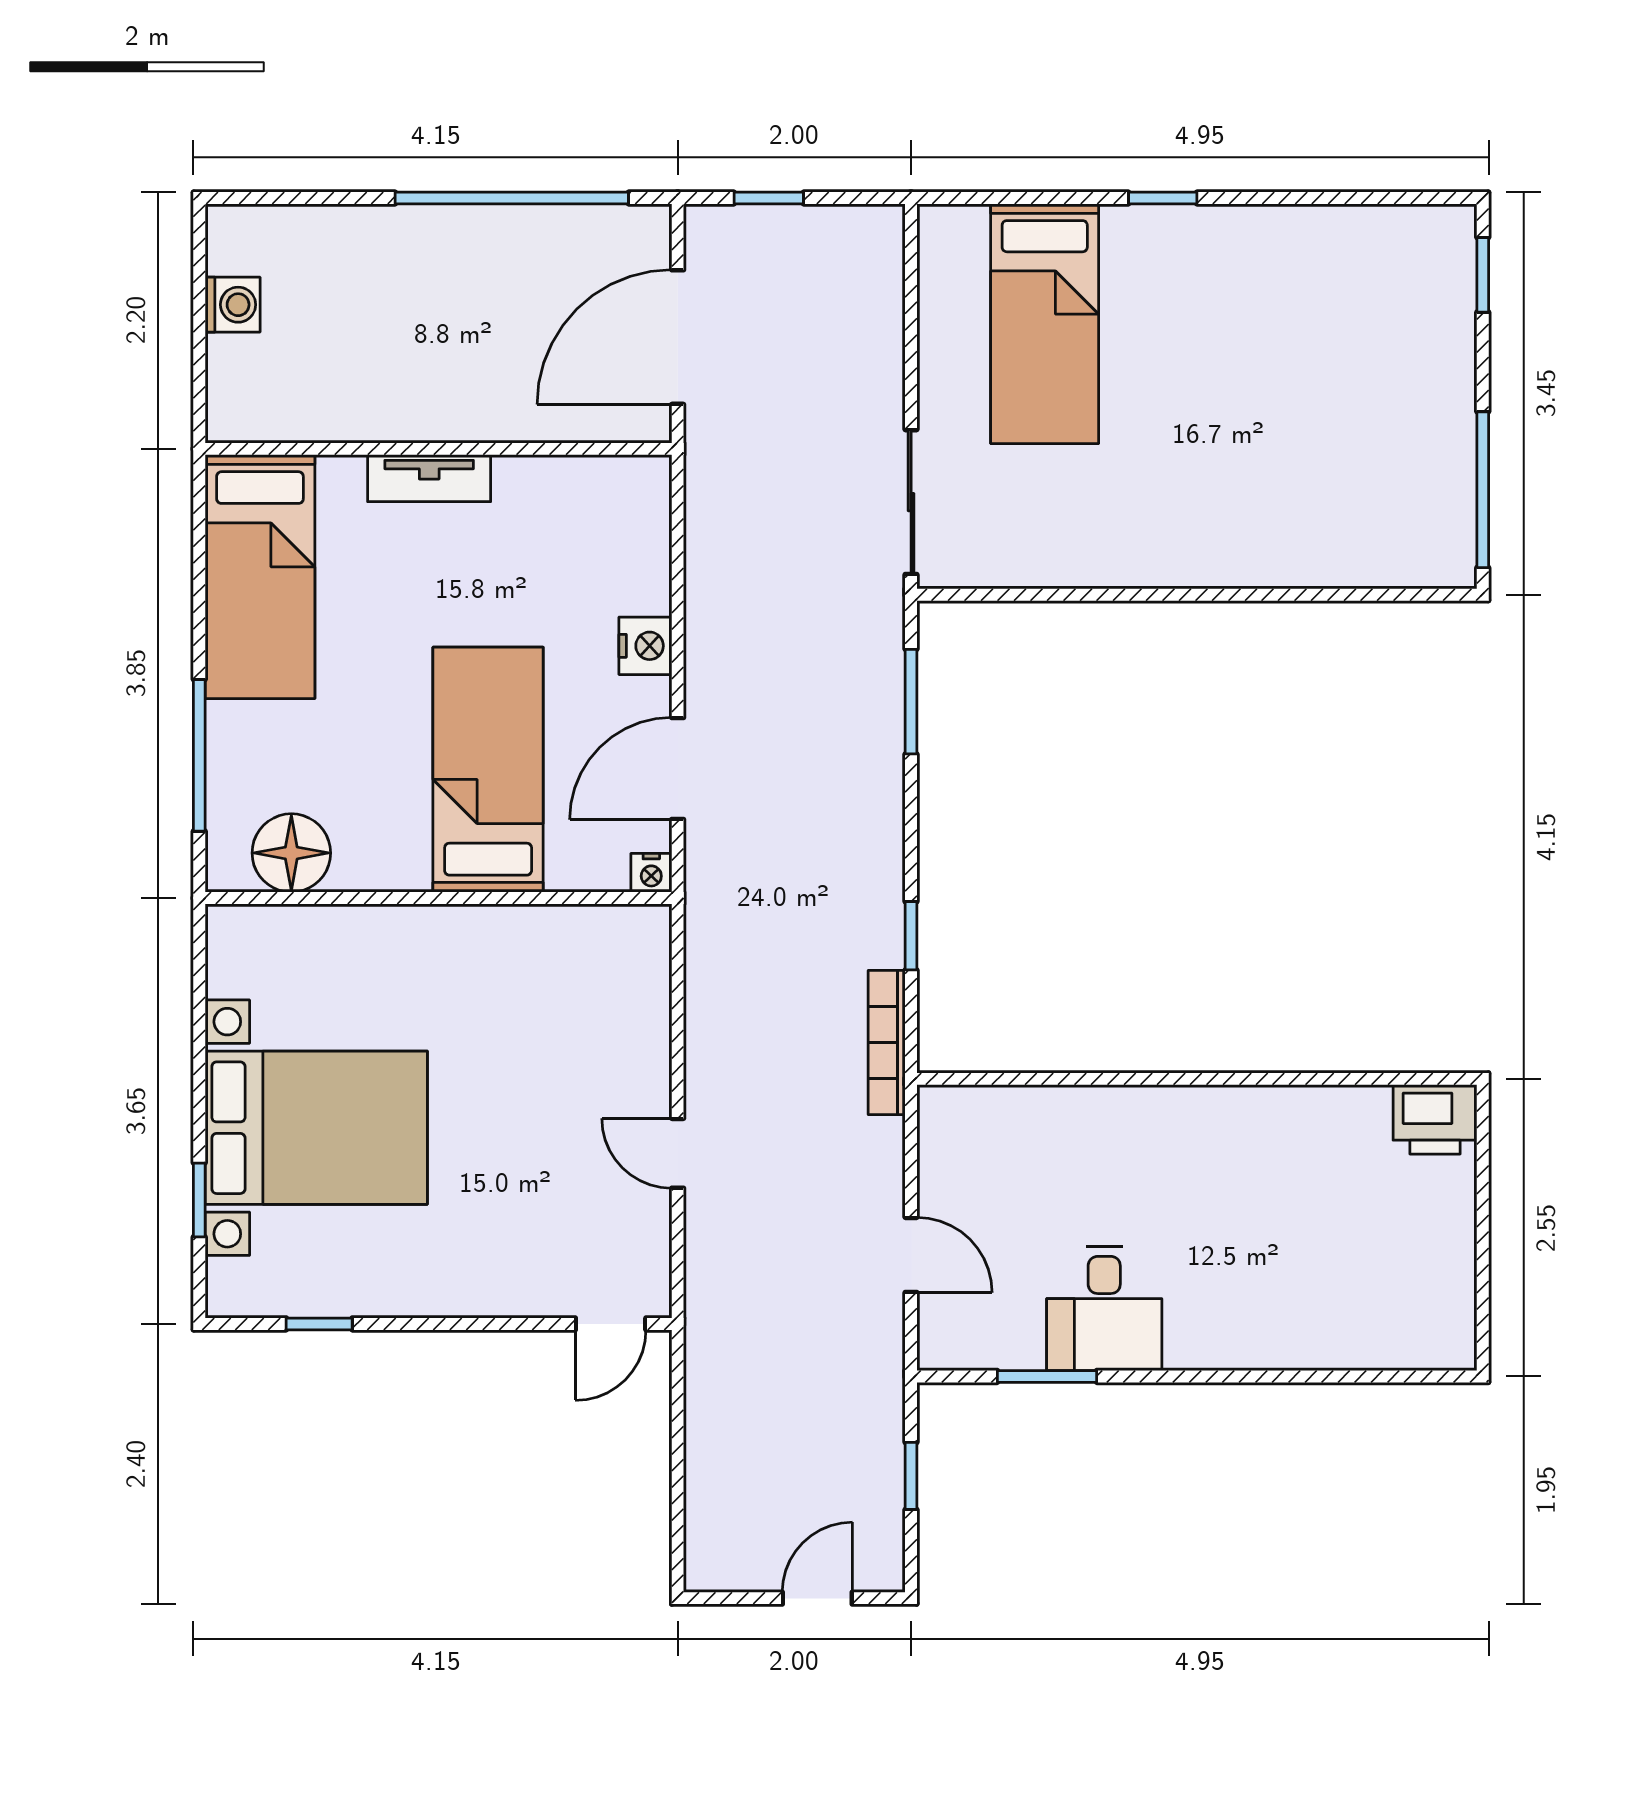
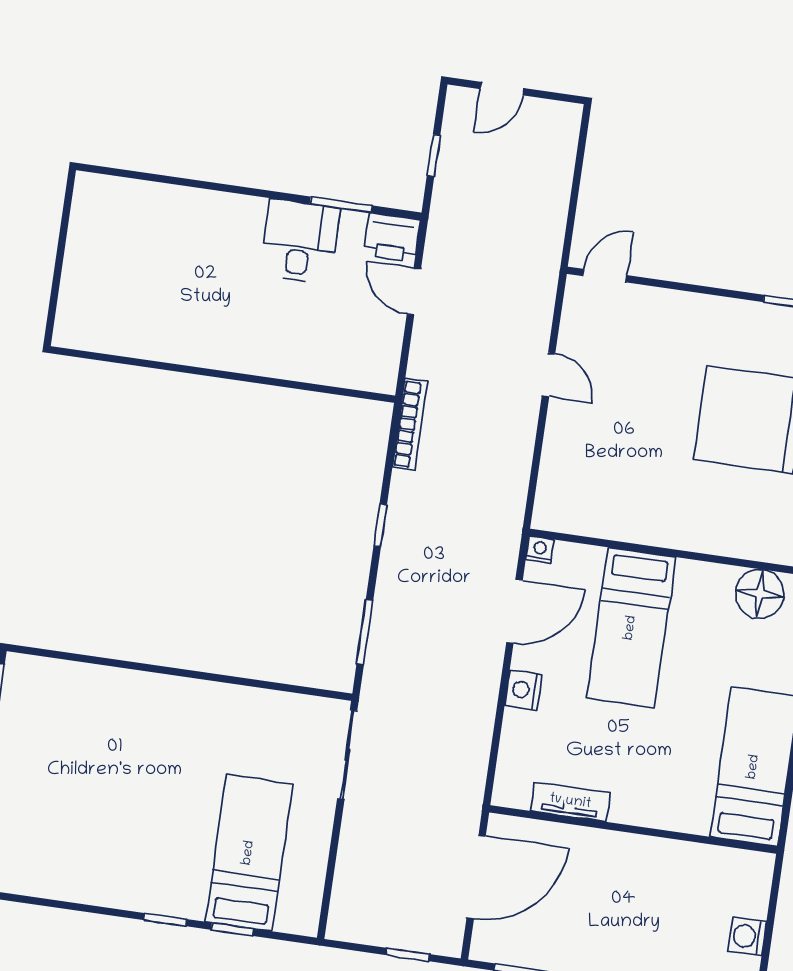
window: (1054, 198) -> (232, 929), added
tv unit: (429, 478) -> (570, 802), moved
window: (911, 936) -> (380, 525), moved
printer: (1435, 1119) -> (392, 237), moved, turned 180

